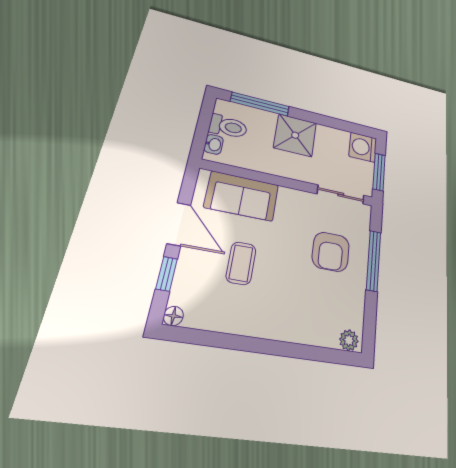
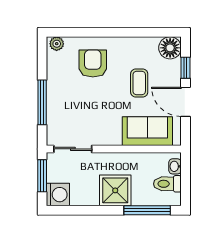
armchair: (331, 252) -> (93, 63), moved
floor lamp: (173, 316) -> (170, 48), width x1.89, depth x1.89

